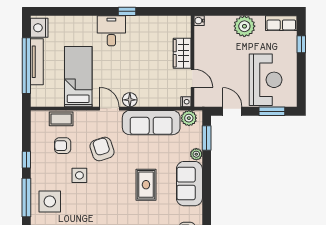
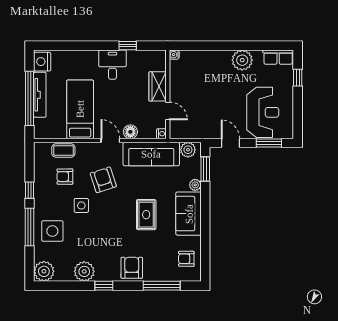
water cooler: (199, 21) -> (174, 55), moved
wardrobe: (182, 53) -> (158, 86), moved
wall: (192, 61) -> (168, 94), moved
door: (192, 78) -> (168, 111), moved
nightstand: (186, 102) -> (161, 134), moved

